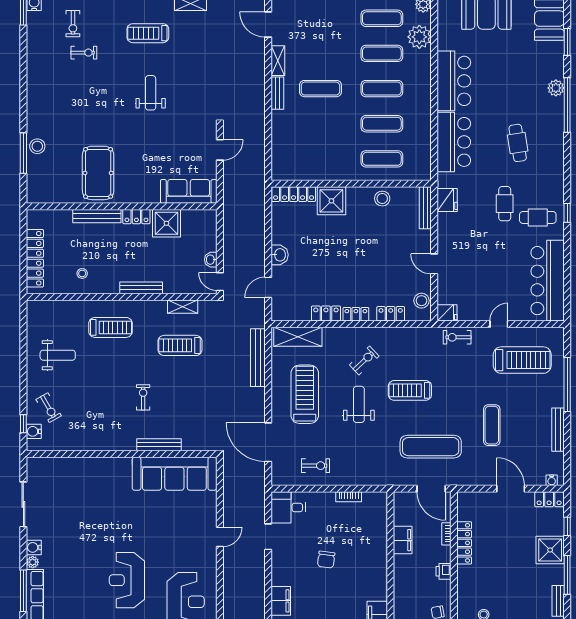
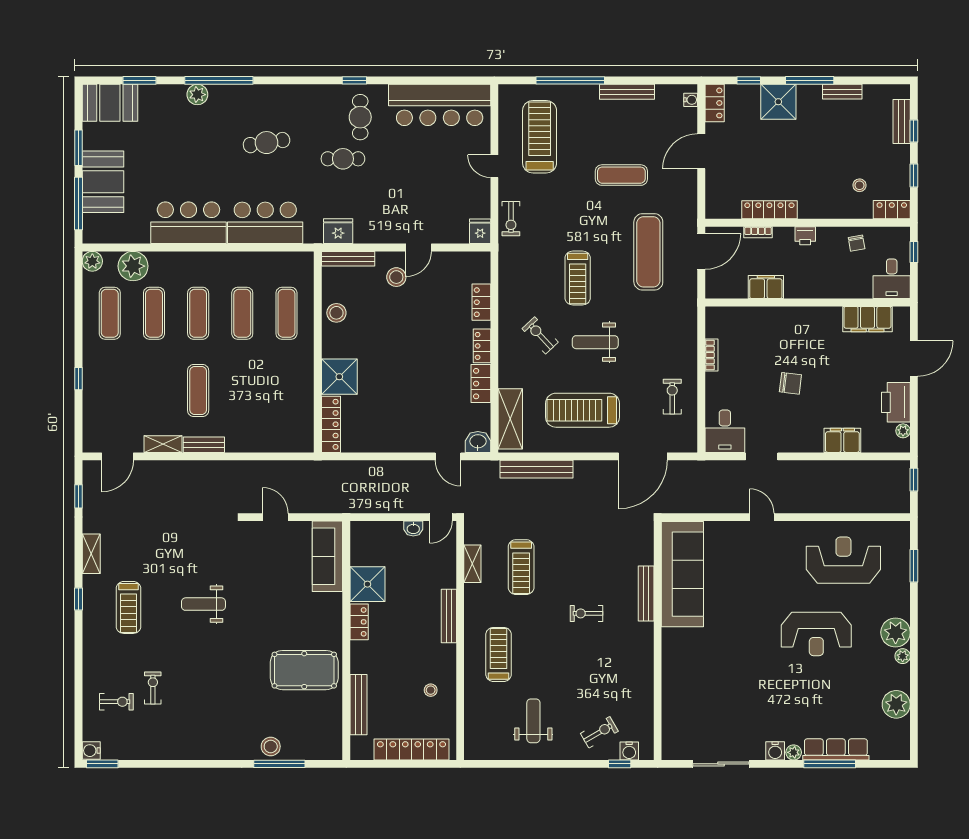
bench: (97, 216) -> (358, 705), moved
washbasin: (280, 255) -> (478, 442), moved
stool: (422, 301) -> (396, 277), moved

